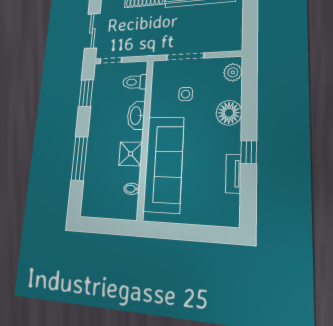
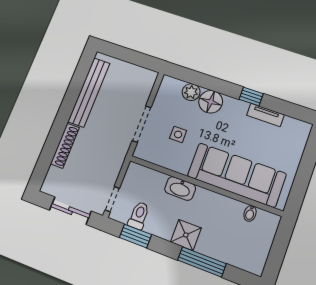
plant: (233, 72) -> (191, 92), moved
toilet: (135, 82) -> (139, 216), moved, turned 180
shower: (131, 154) -> (186, 235), moved

